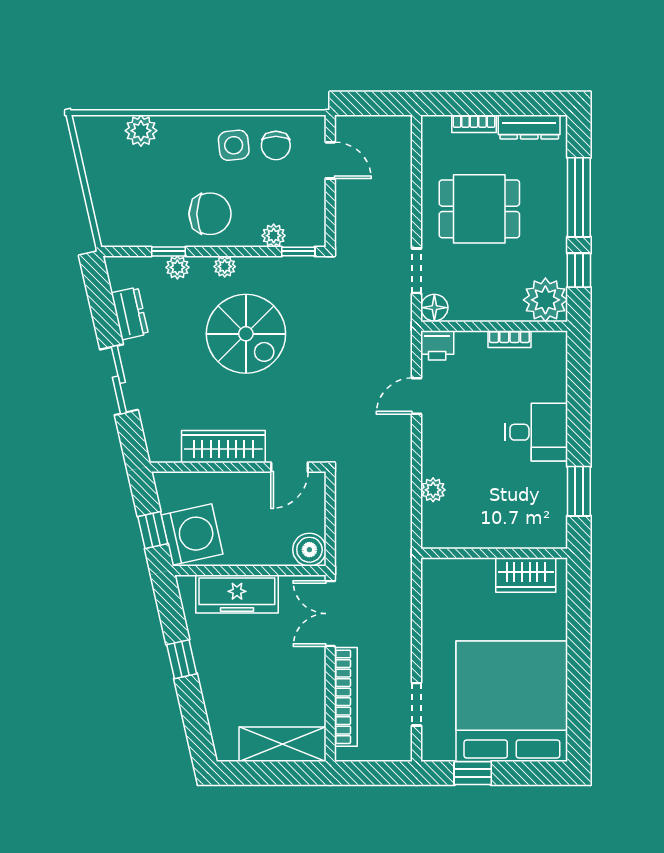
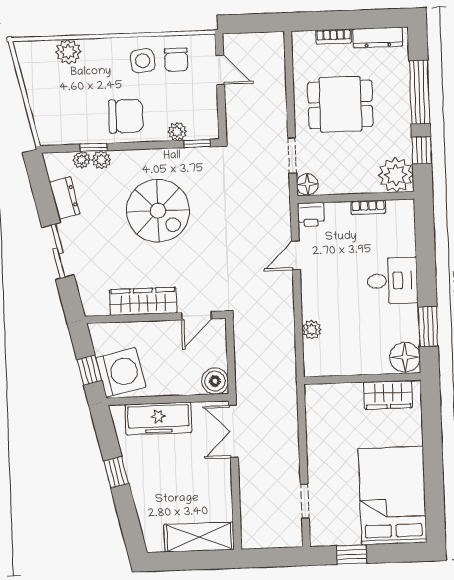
plant: (225, 267) -> (82, 160), moved
floor lamp: (549, 529) -> (405, 357), added
bookcase: (346, 697) -> (248, 497), removed
bed: (512, 701) -> (393, 496), width x0.73

